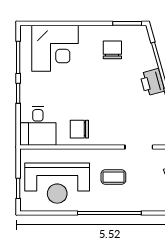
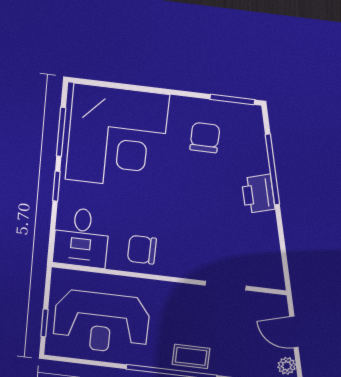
corner desk: (55, 48) -> (117, 137), width x1.36, depth x1.36
coffee table: (113, 177) -> (191, 356), moved

